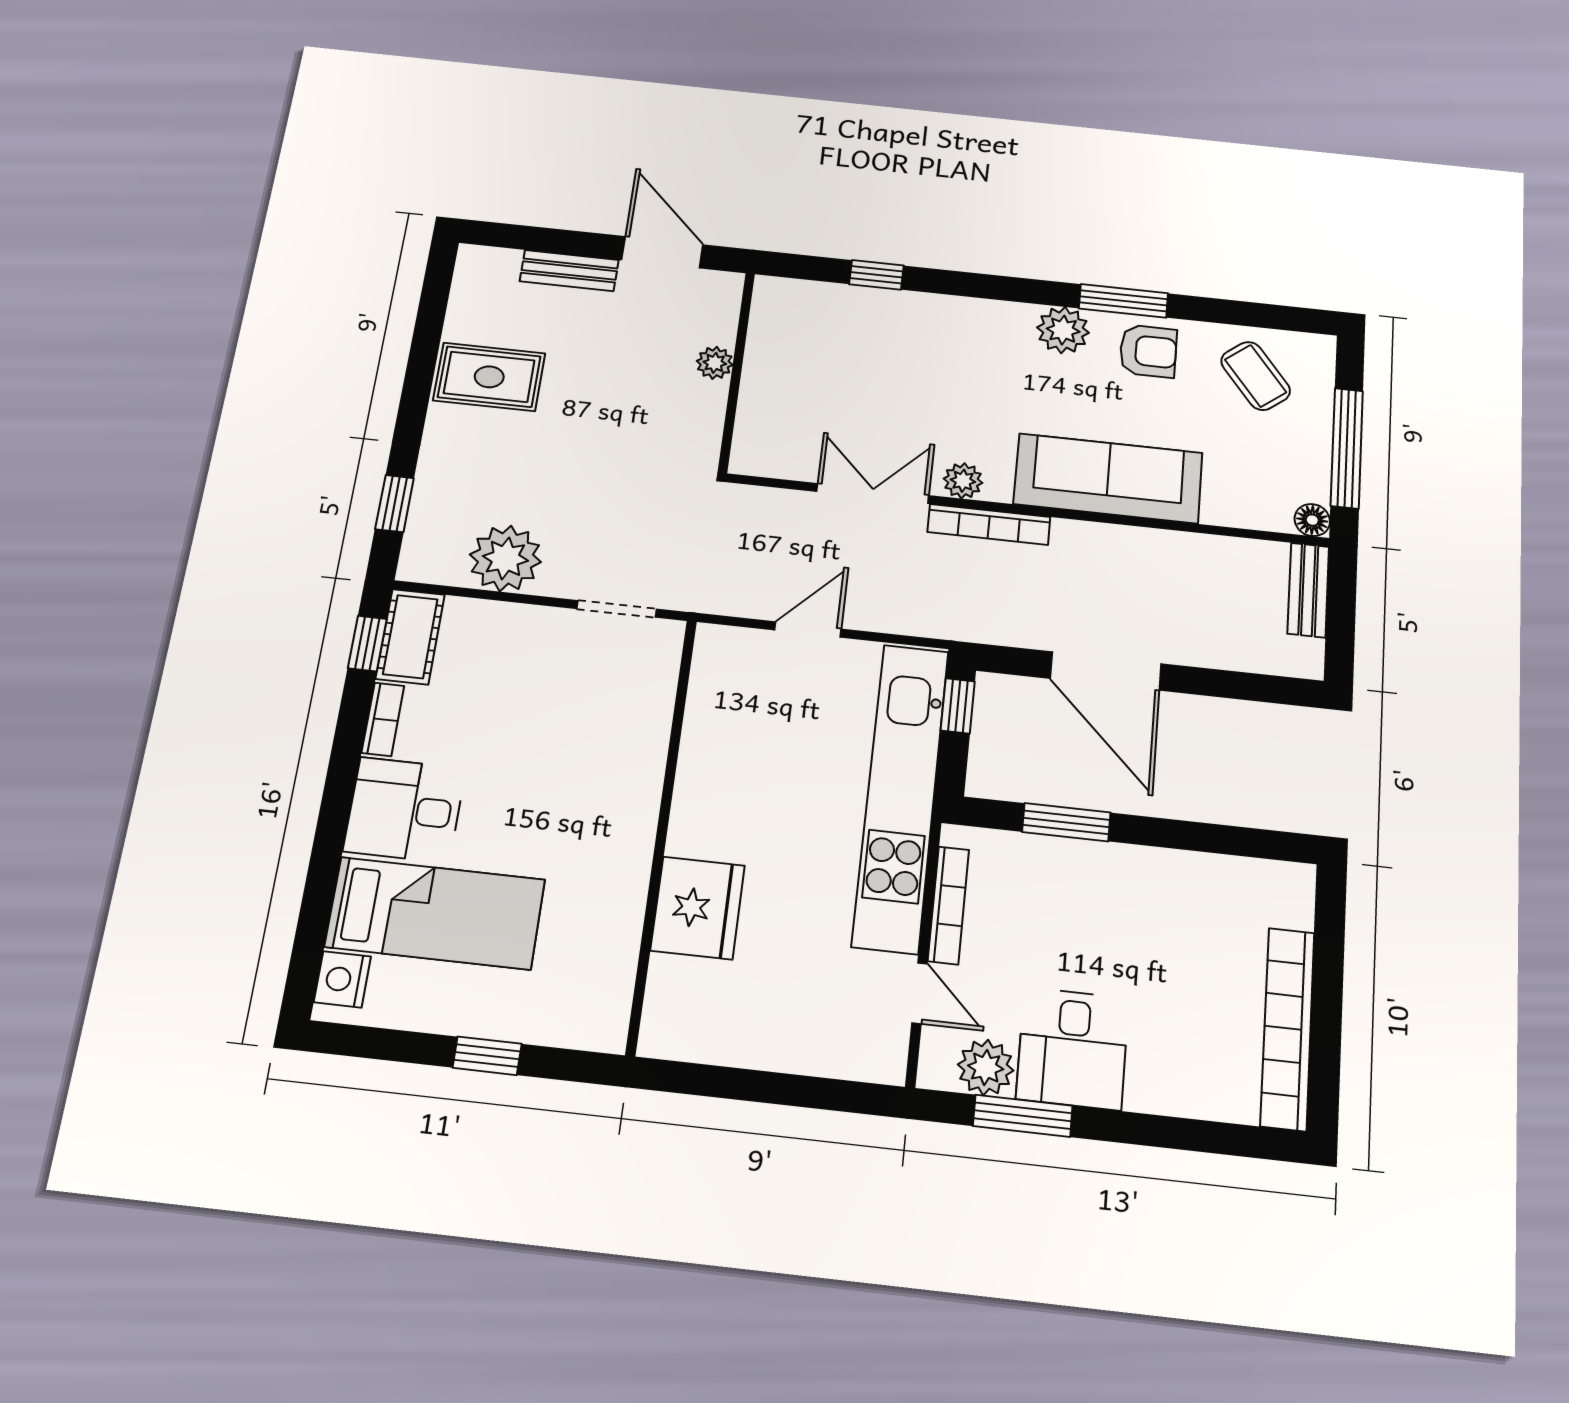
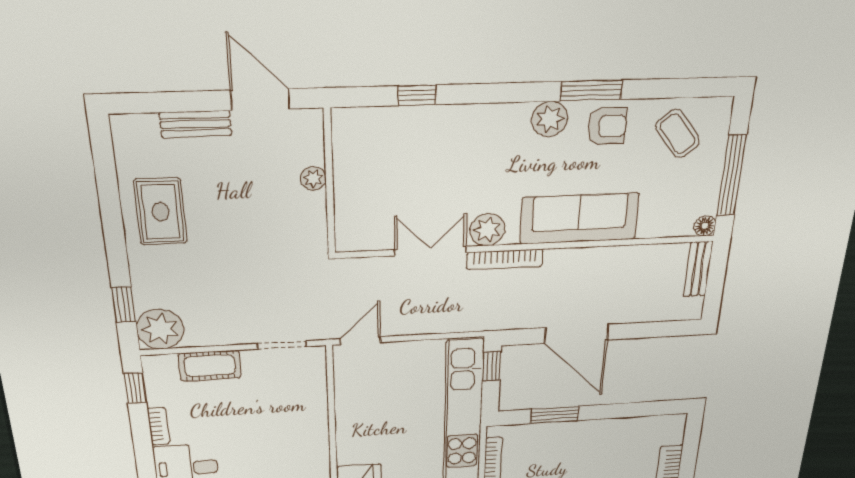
rug: (489, 377) -> (160, 212), turned 90
plant: (963, 481) -> (487, 230), width x1.38, depth x1.38
plant: (505, 558) -> (160, 329), moved
door: (808, 630) -> (361, 341), moved
cot: (410, 637) -> (210, 366), moved, turned 90

